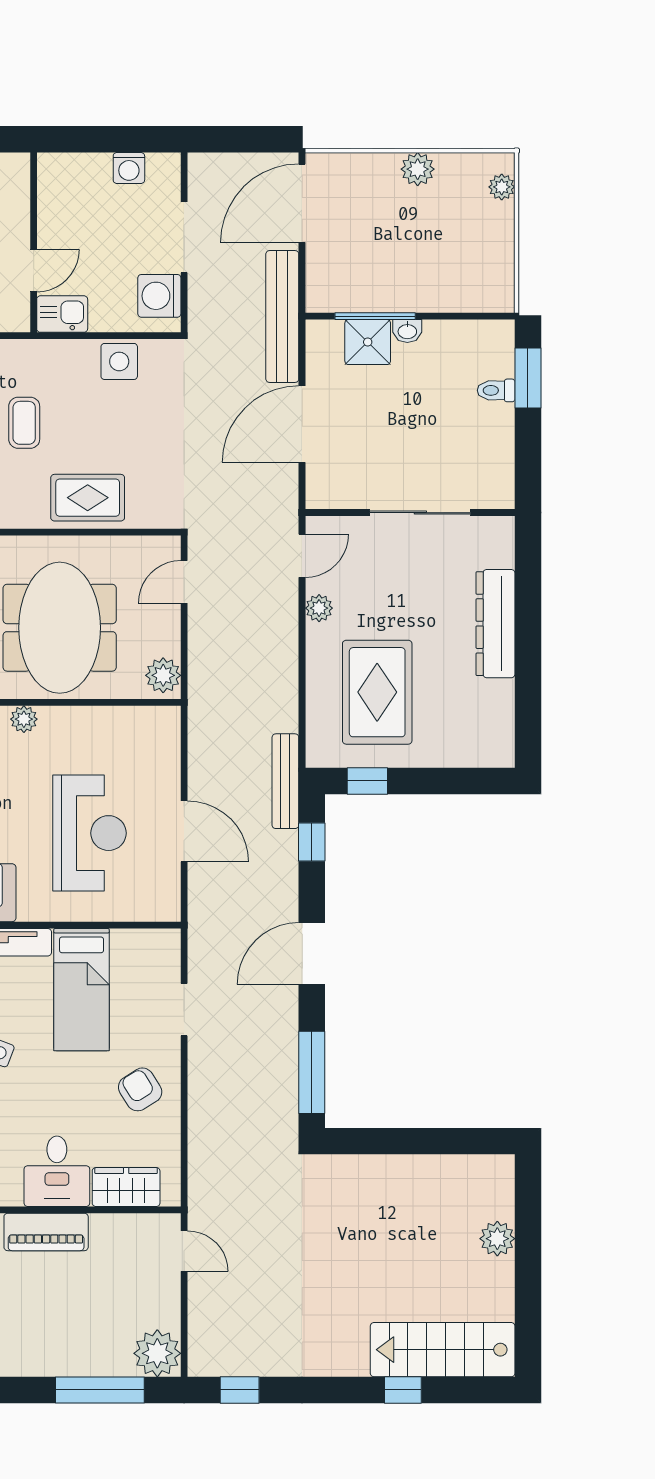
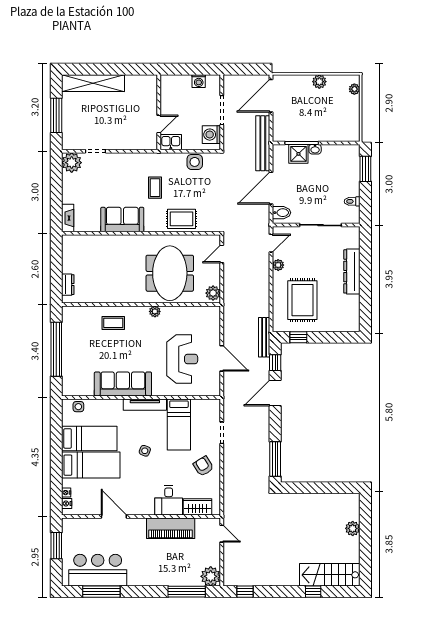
toilet: (496, 390) -> (352, 201), moved
bidet: (327, 483) -> (281, 213), added
door: (312, 954) -> (275, 393), moved
piano: (46, 1232) -> (171, 528), width x1.37, depth x1.33

